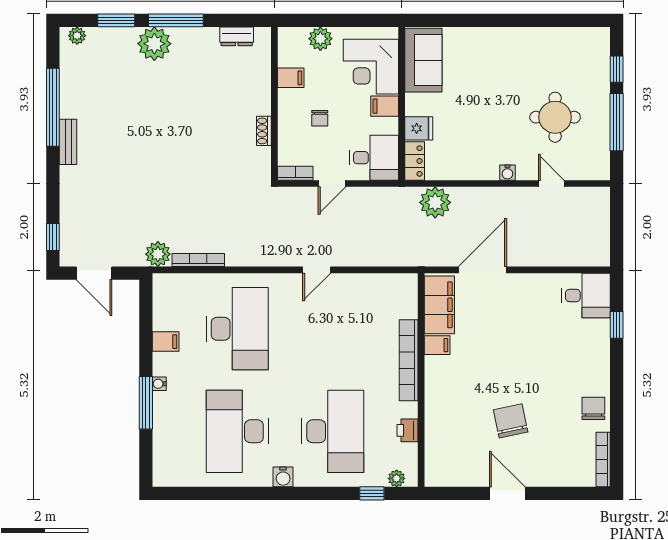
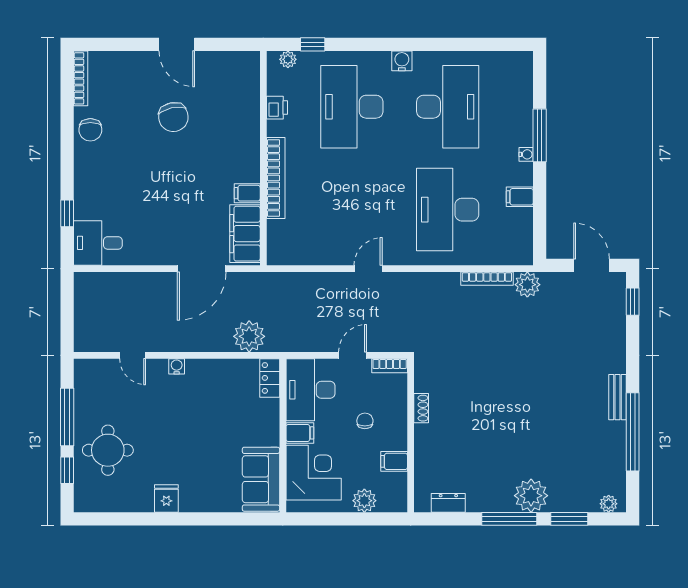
round table: (555, 117) -> (108, 450), moved
fridge: (419, 128) -> (166, 499), moved, turned 90
desk: (374, 158) -> (310, 390), width x1.37

